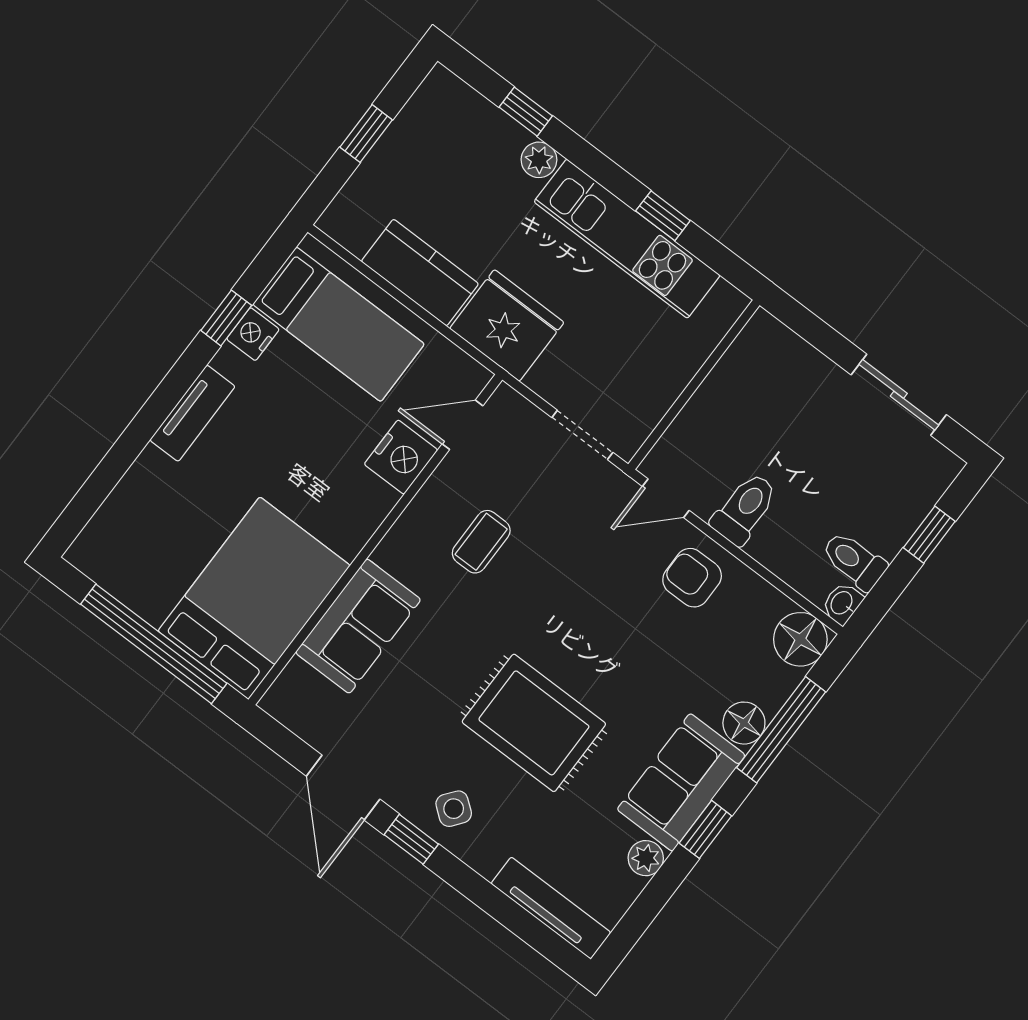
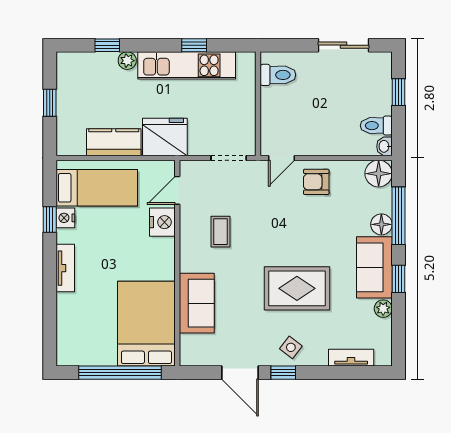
toilet: (745, 509) -> (278, 75), moved, turned 90
tv unit: (551, 908) -> (351, 358), width x0.71

